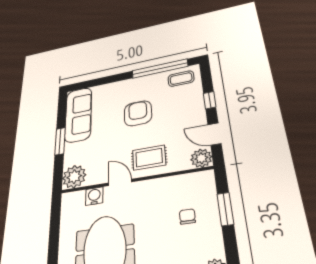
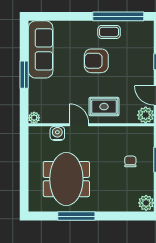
coffee table: (181, 79) -> (109, 32), moved
armchair: (138, 113) -> (96, 61), turned -90
plant: (74, 177) -> (34, 118), width x0.53, depth x0.53

